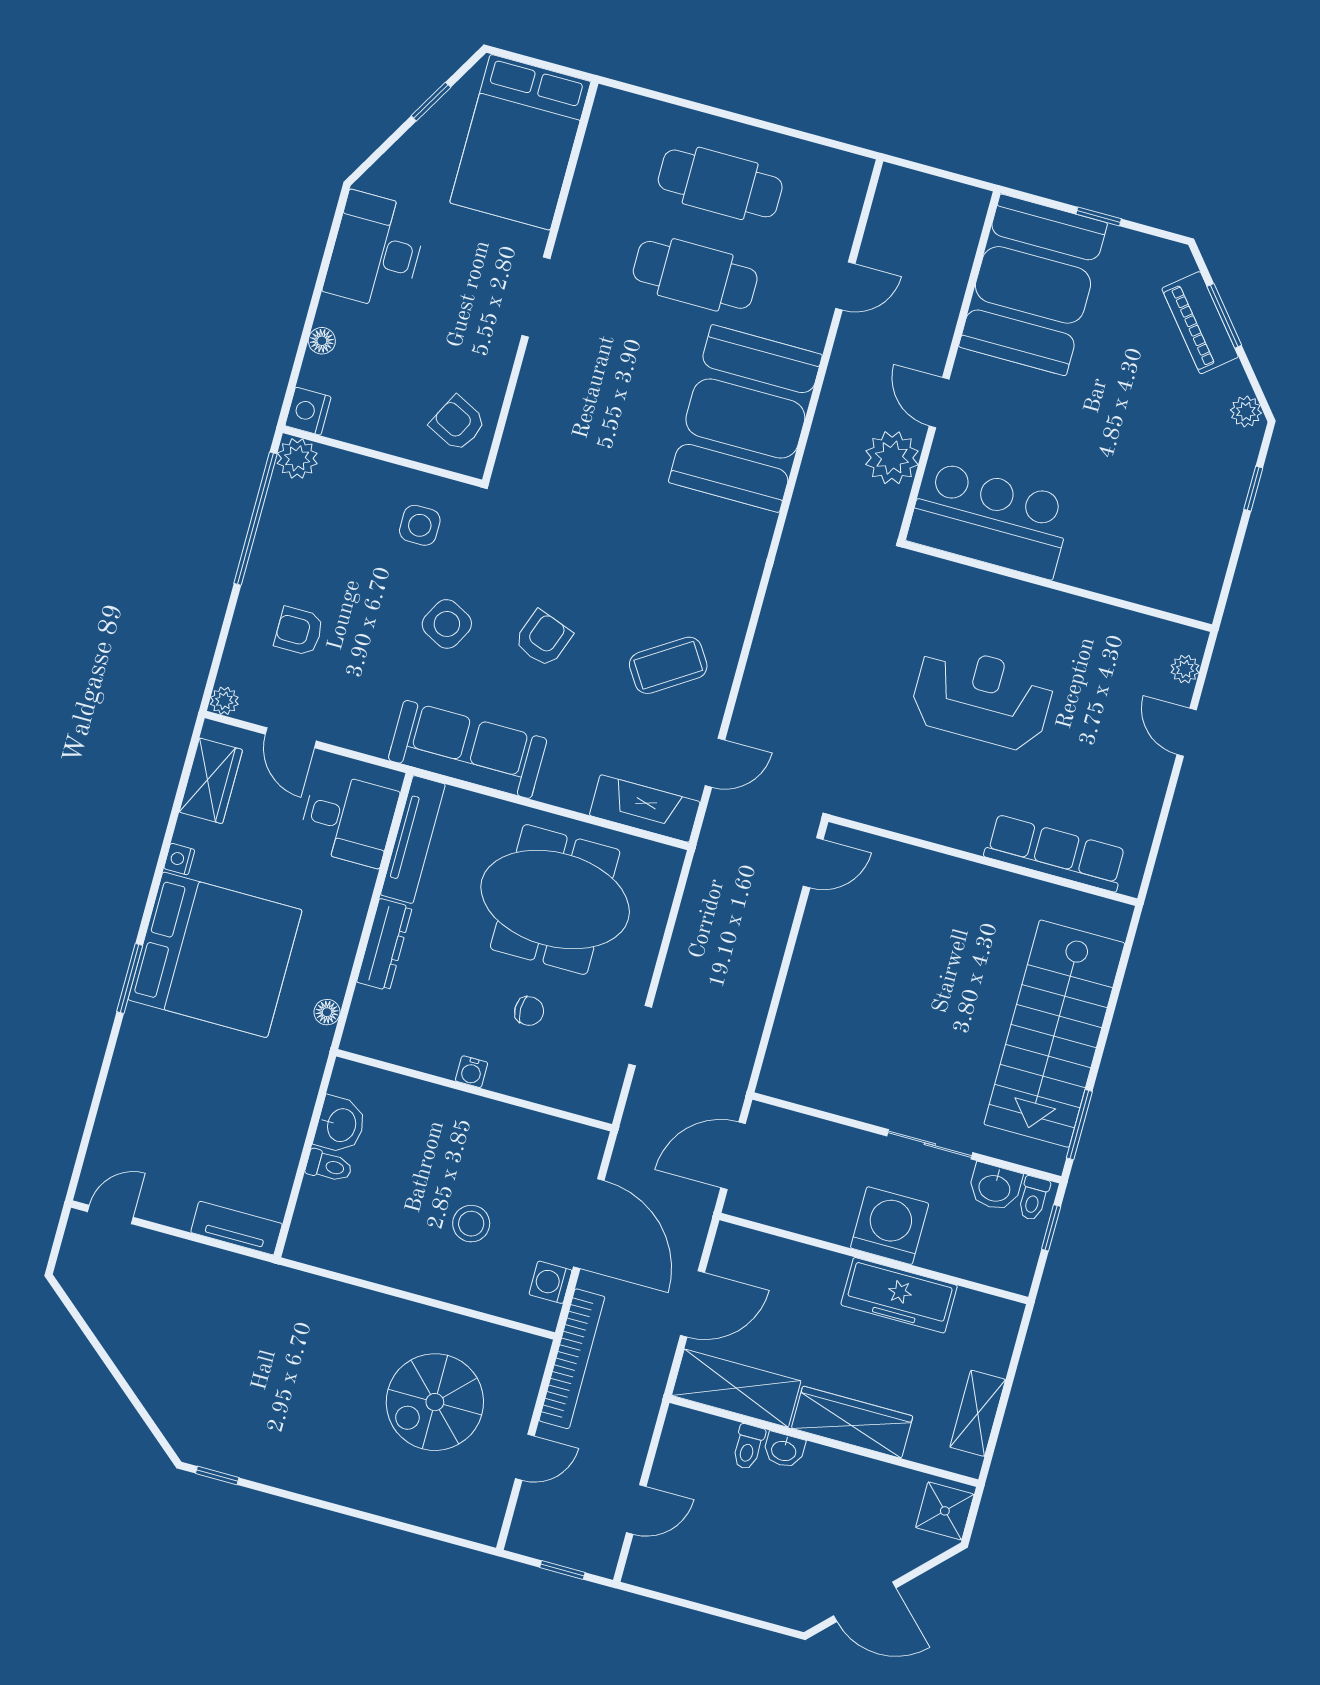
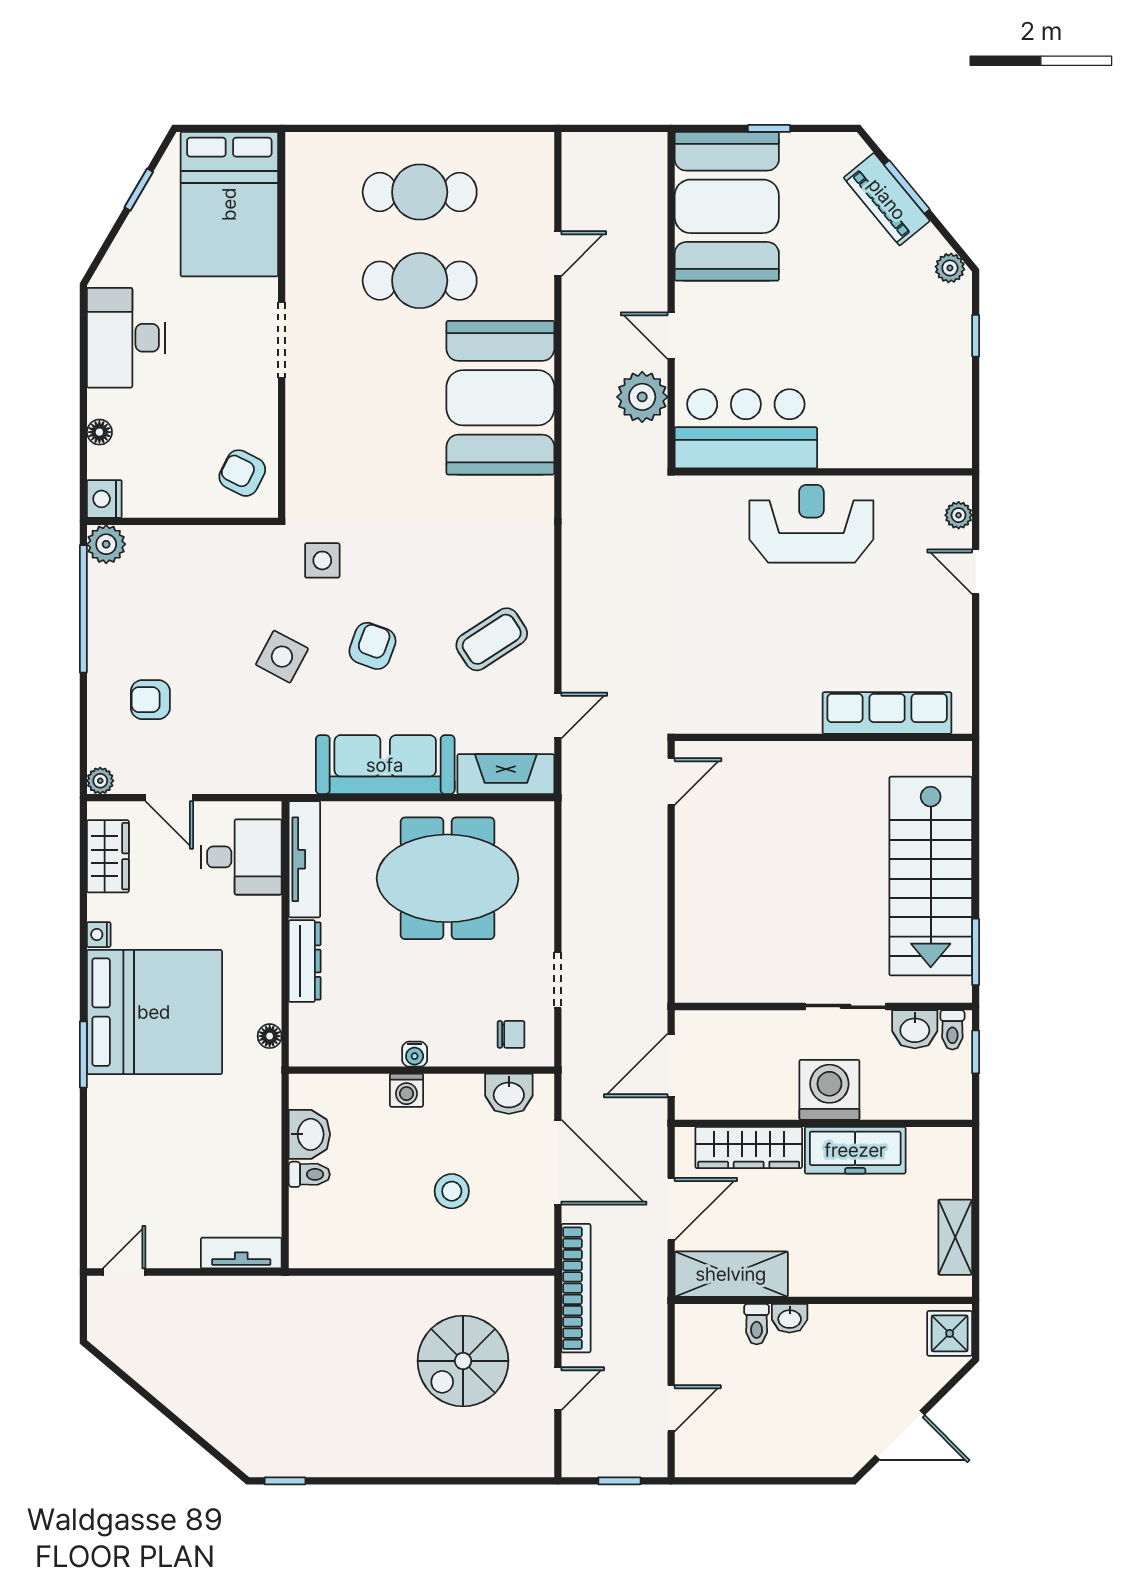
side table: (420, 525) -> (322, 560), moved
reception desk: (982, 698) -> (811, 524), moved
sofa: (468, 749) -> (385, 765), moved
chair: (529, 1011) -> (511, 1034), moved
washbasin: (558, 1139) -> (509, 1094), added
washing machine: (550, 1282) -> (406, 1090), moved, turned -90
wardrobe: (852, 1422) -> (749, 1147), moved, turned 180

